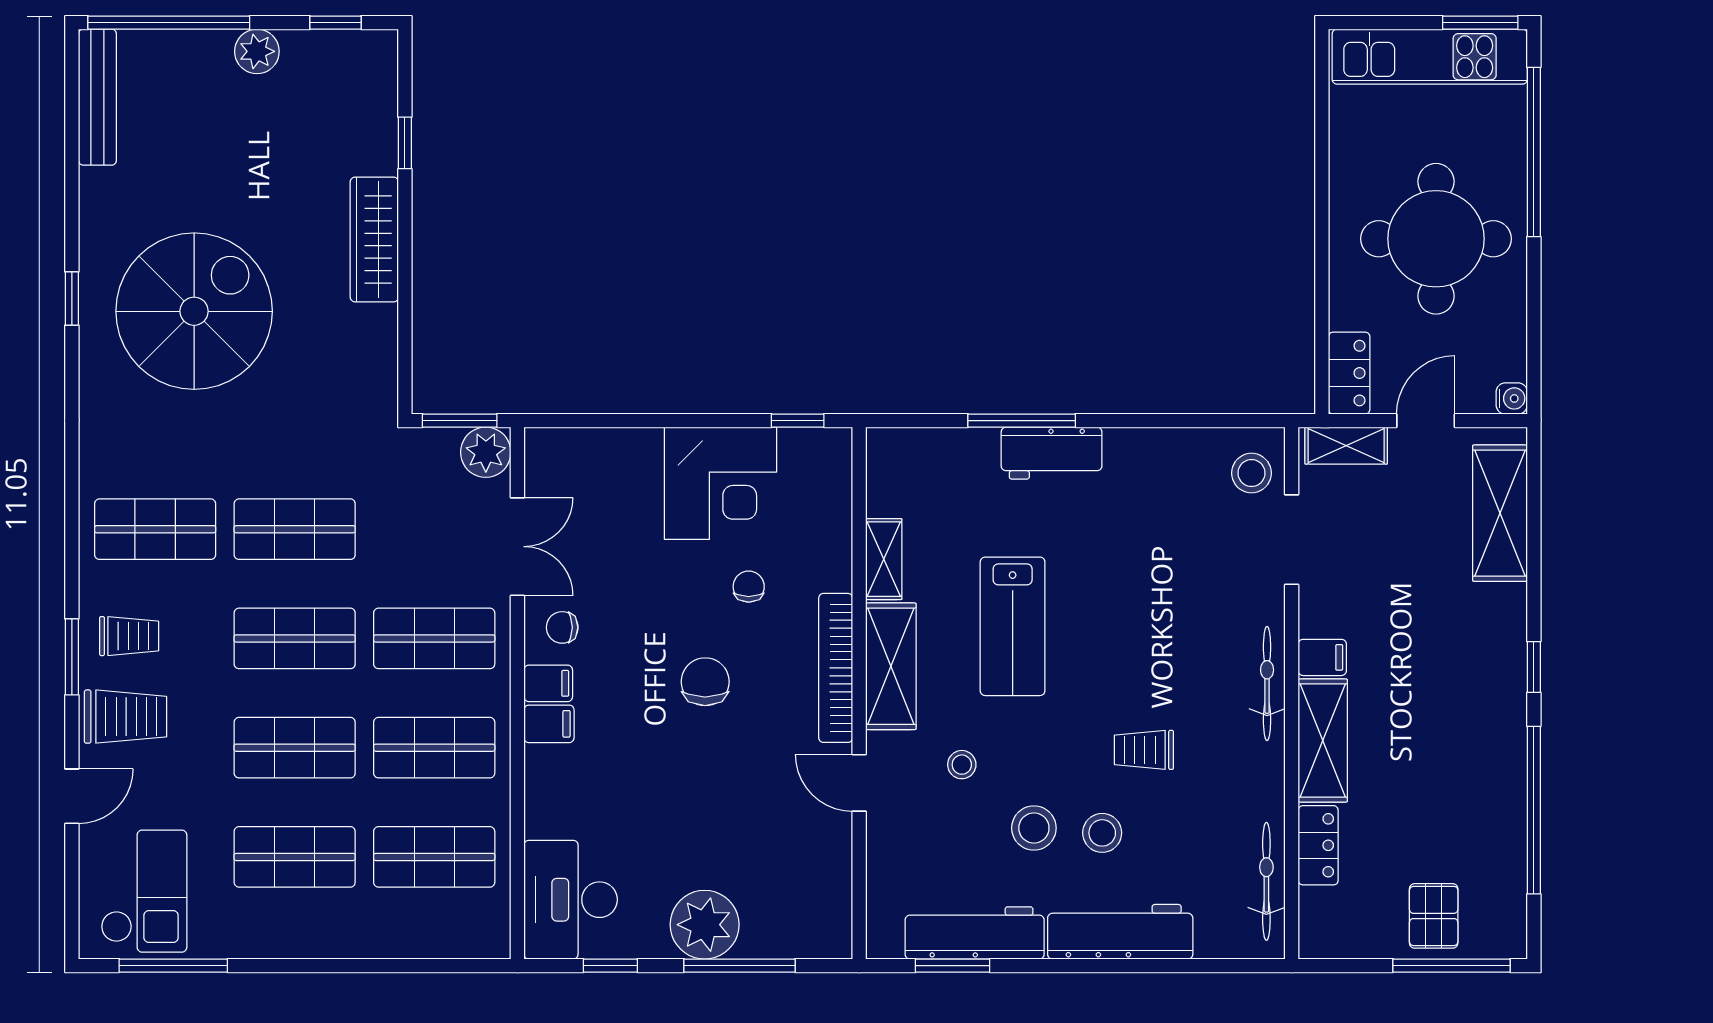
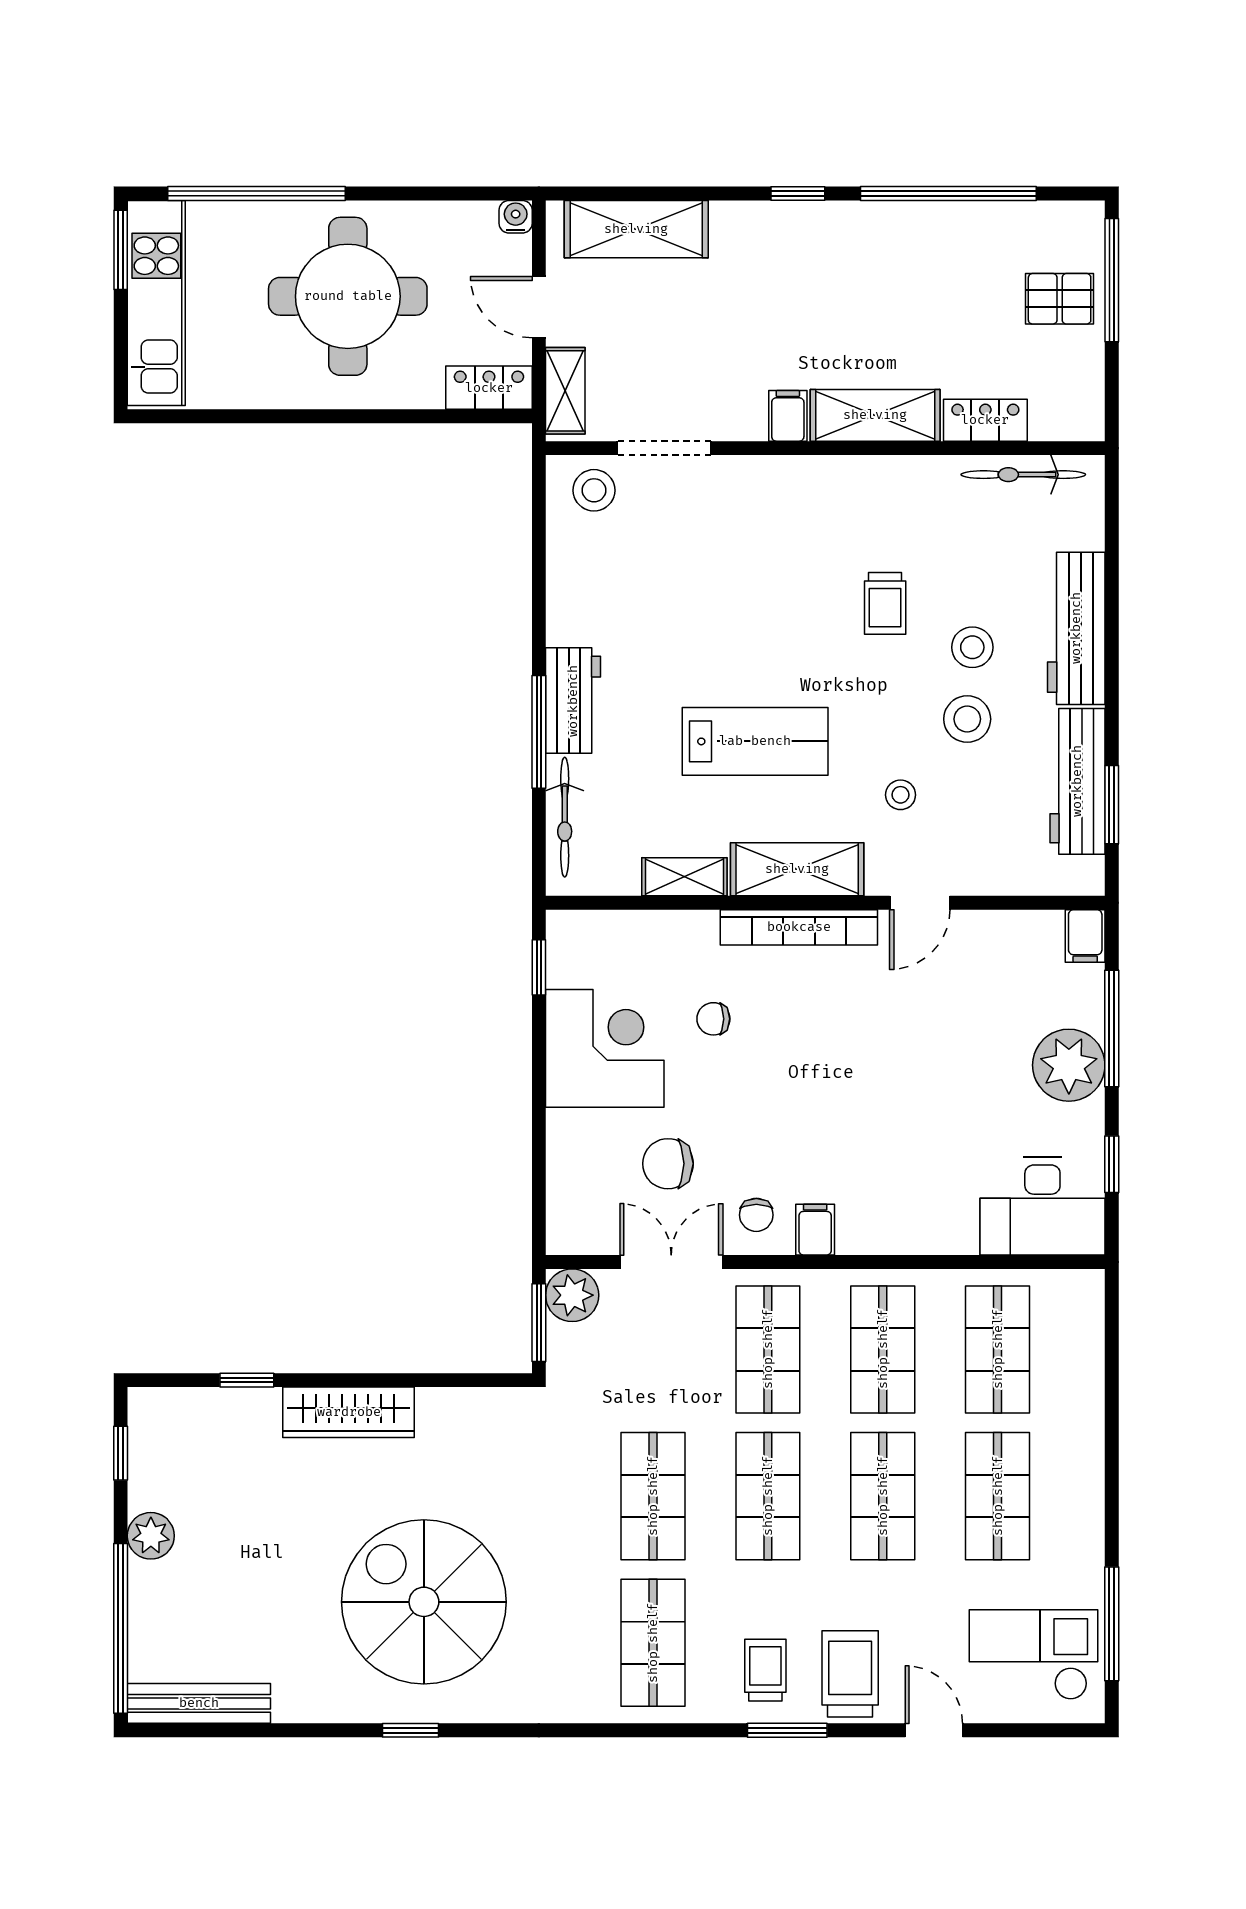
chair: (705, 682) -> (668, 1164), moved
bicycle: (1267, 684) -> (565, 817), moved, turned -90
filing cabinet: (549, 724) -> (1085, 936), moved, turned 180

